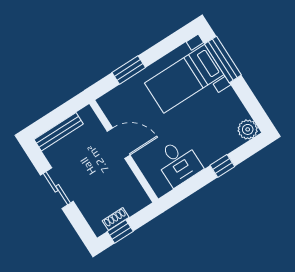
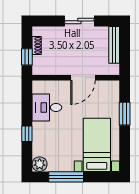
window: (223, 60) -> (66, 177), moved
window: (120, 231) -> (27, 57), moved

